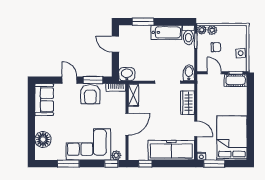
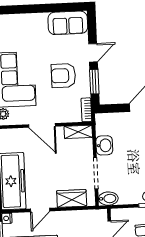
washbasin: (127, 74) -> (104, 145), moved
armchair: (90, 94) -> (63, 76), moved
floor lamp: (43, 139) -> (19, 24), removed

